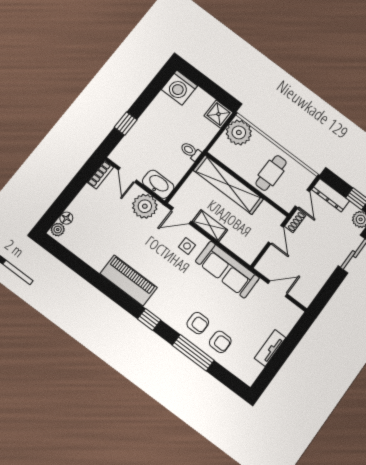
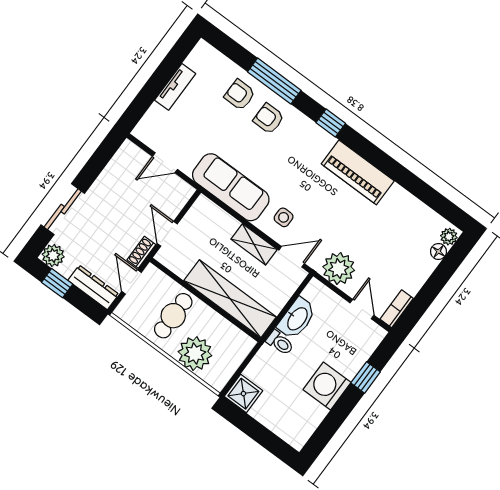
washing machine: (179, 88) -> (327, 386), moved, turned -90
plant: (239, 132) -> (195, 354), moved
washbasin: (158, 184) -> (297, 318), moved, turned -90

